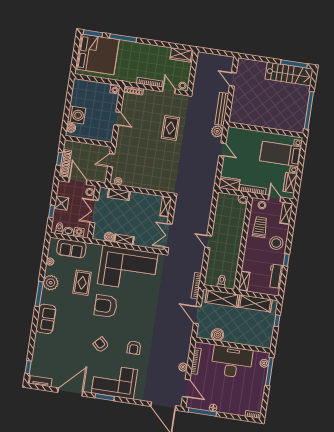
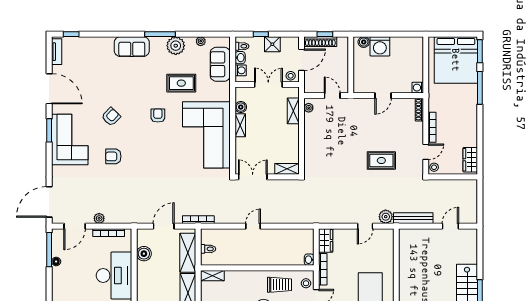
armchair: (106, 306) -> (158, 115), width x0.53, depth x0.53

